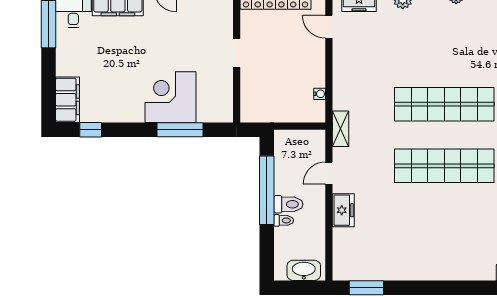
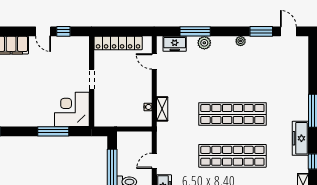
corner desk: (170, 97) -> (72, 109), moved
shelving: (341, 129) -> (162, 109), moved

